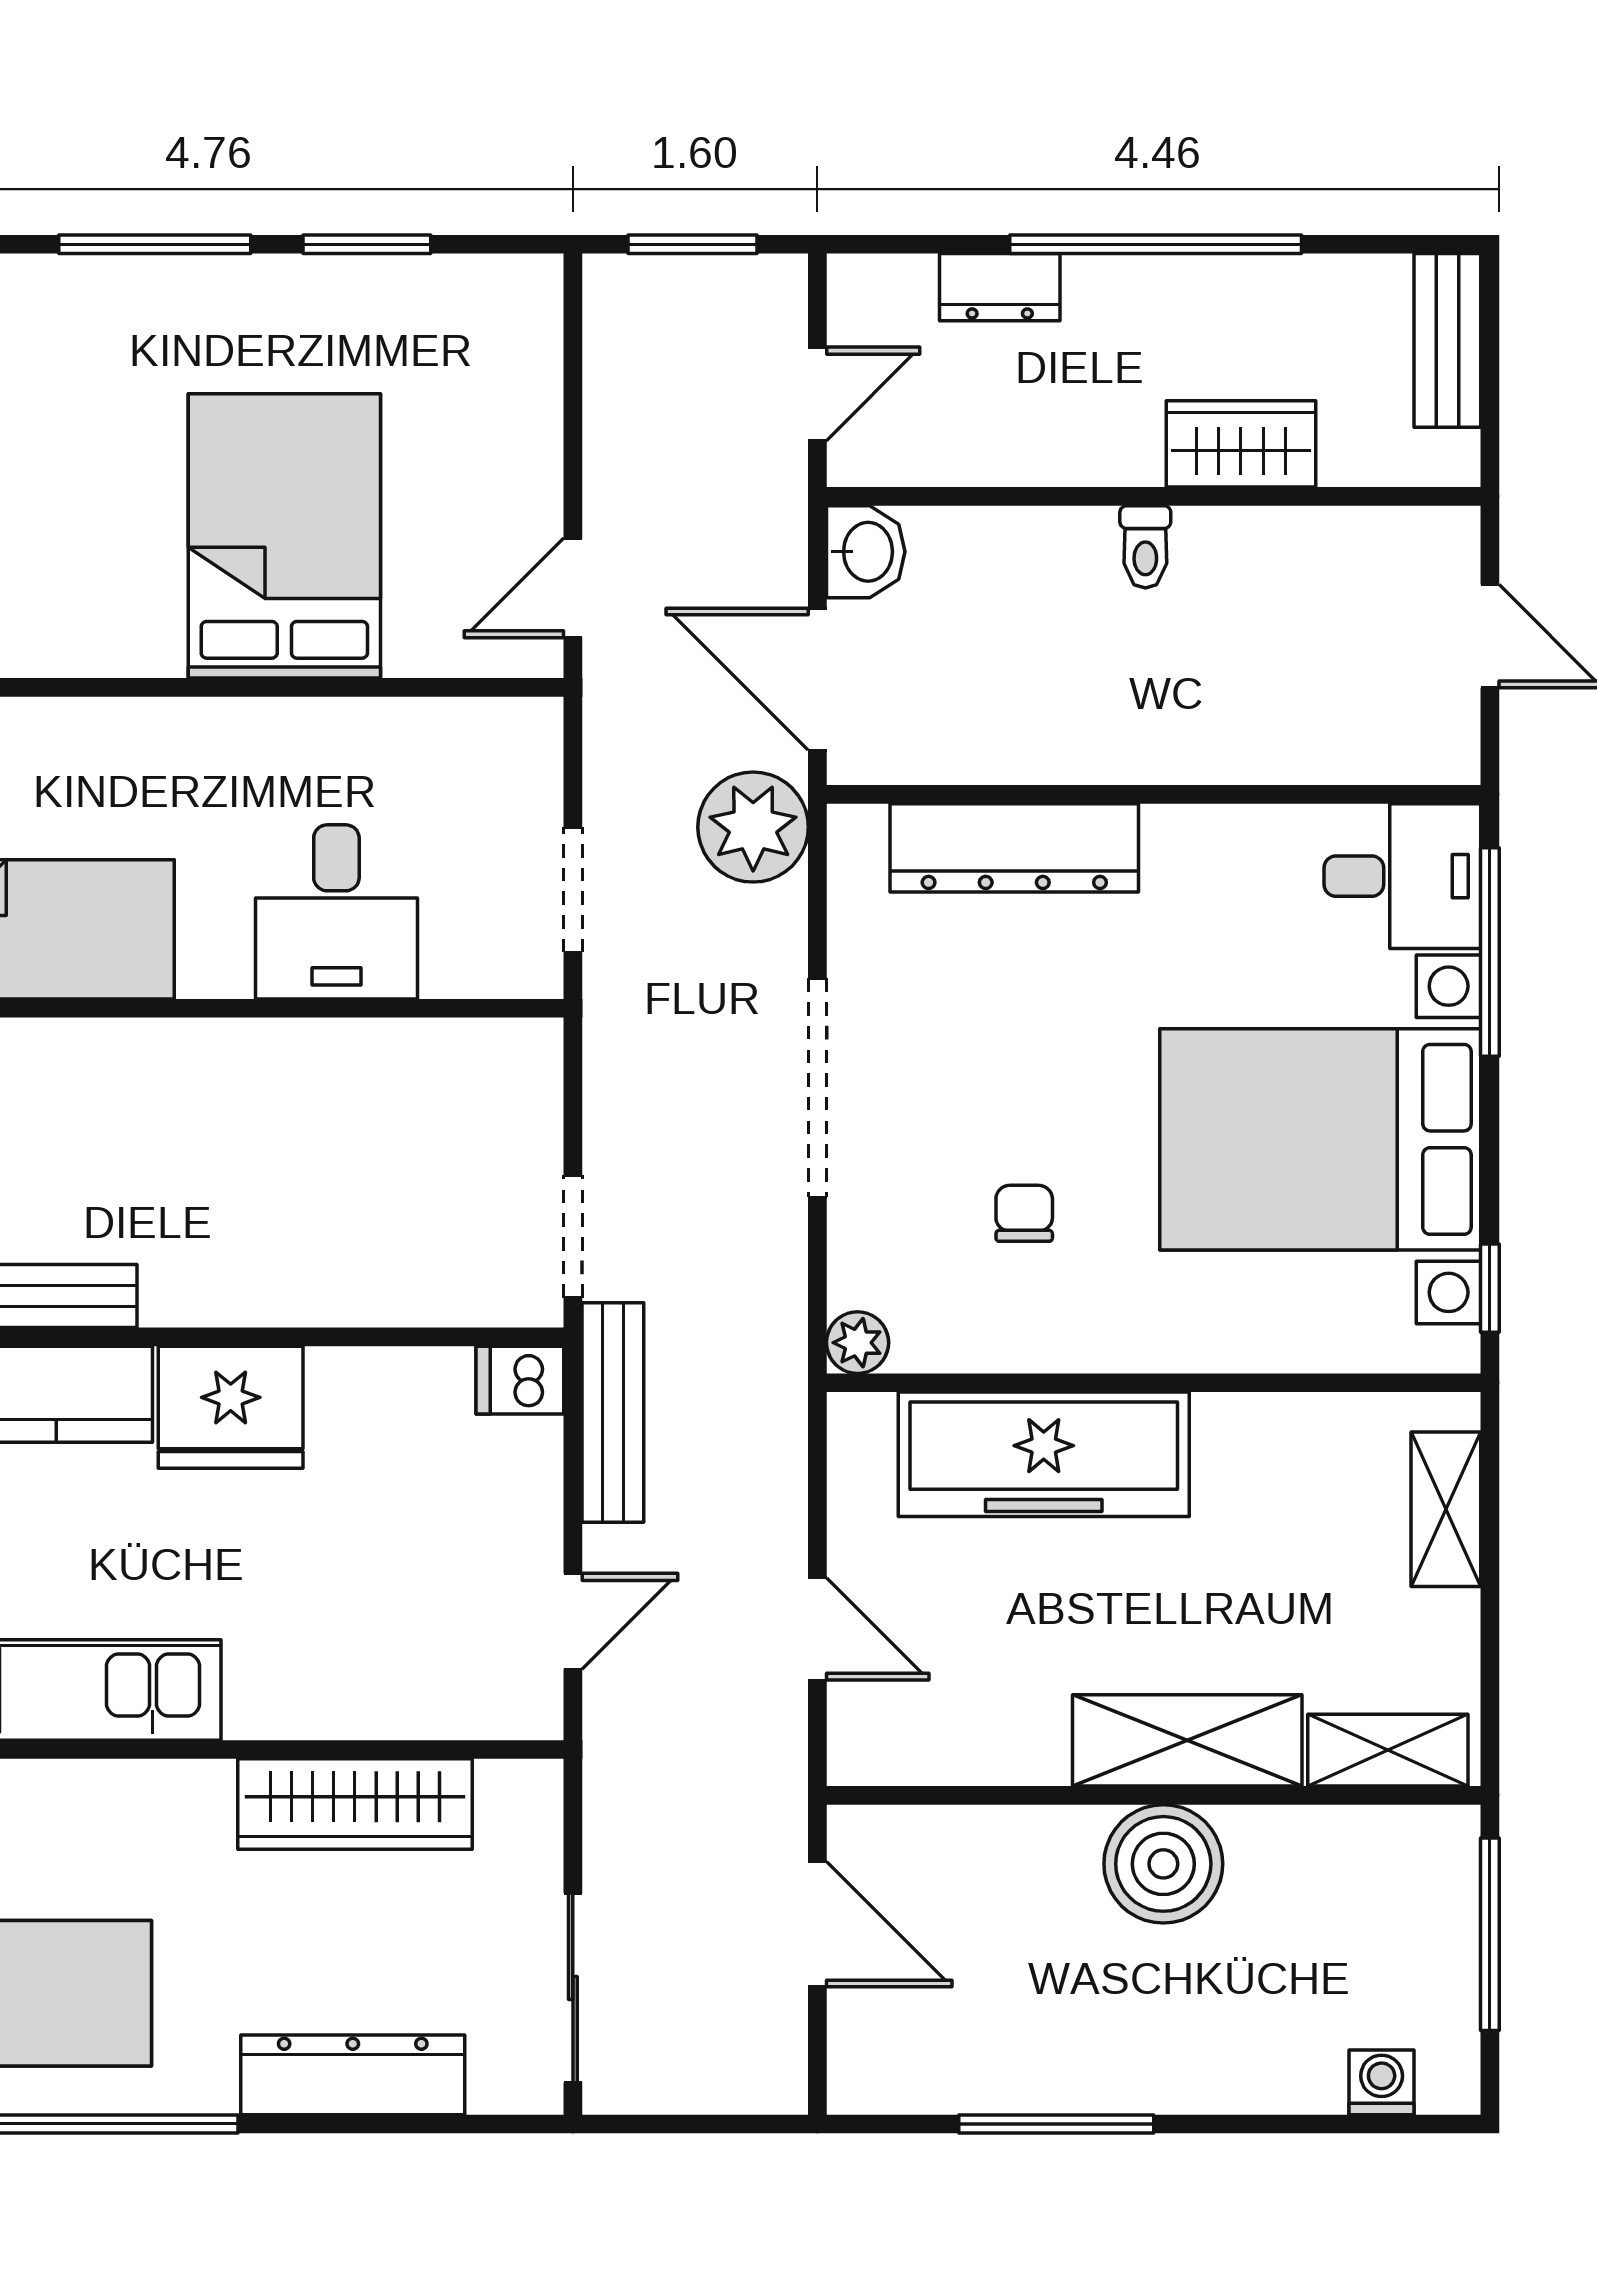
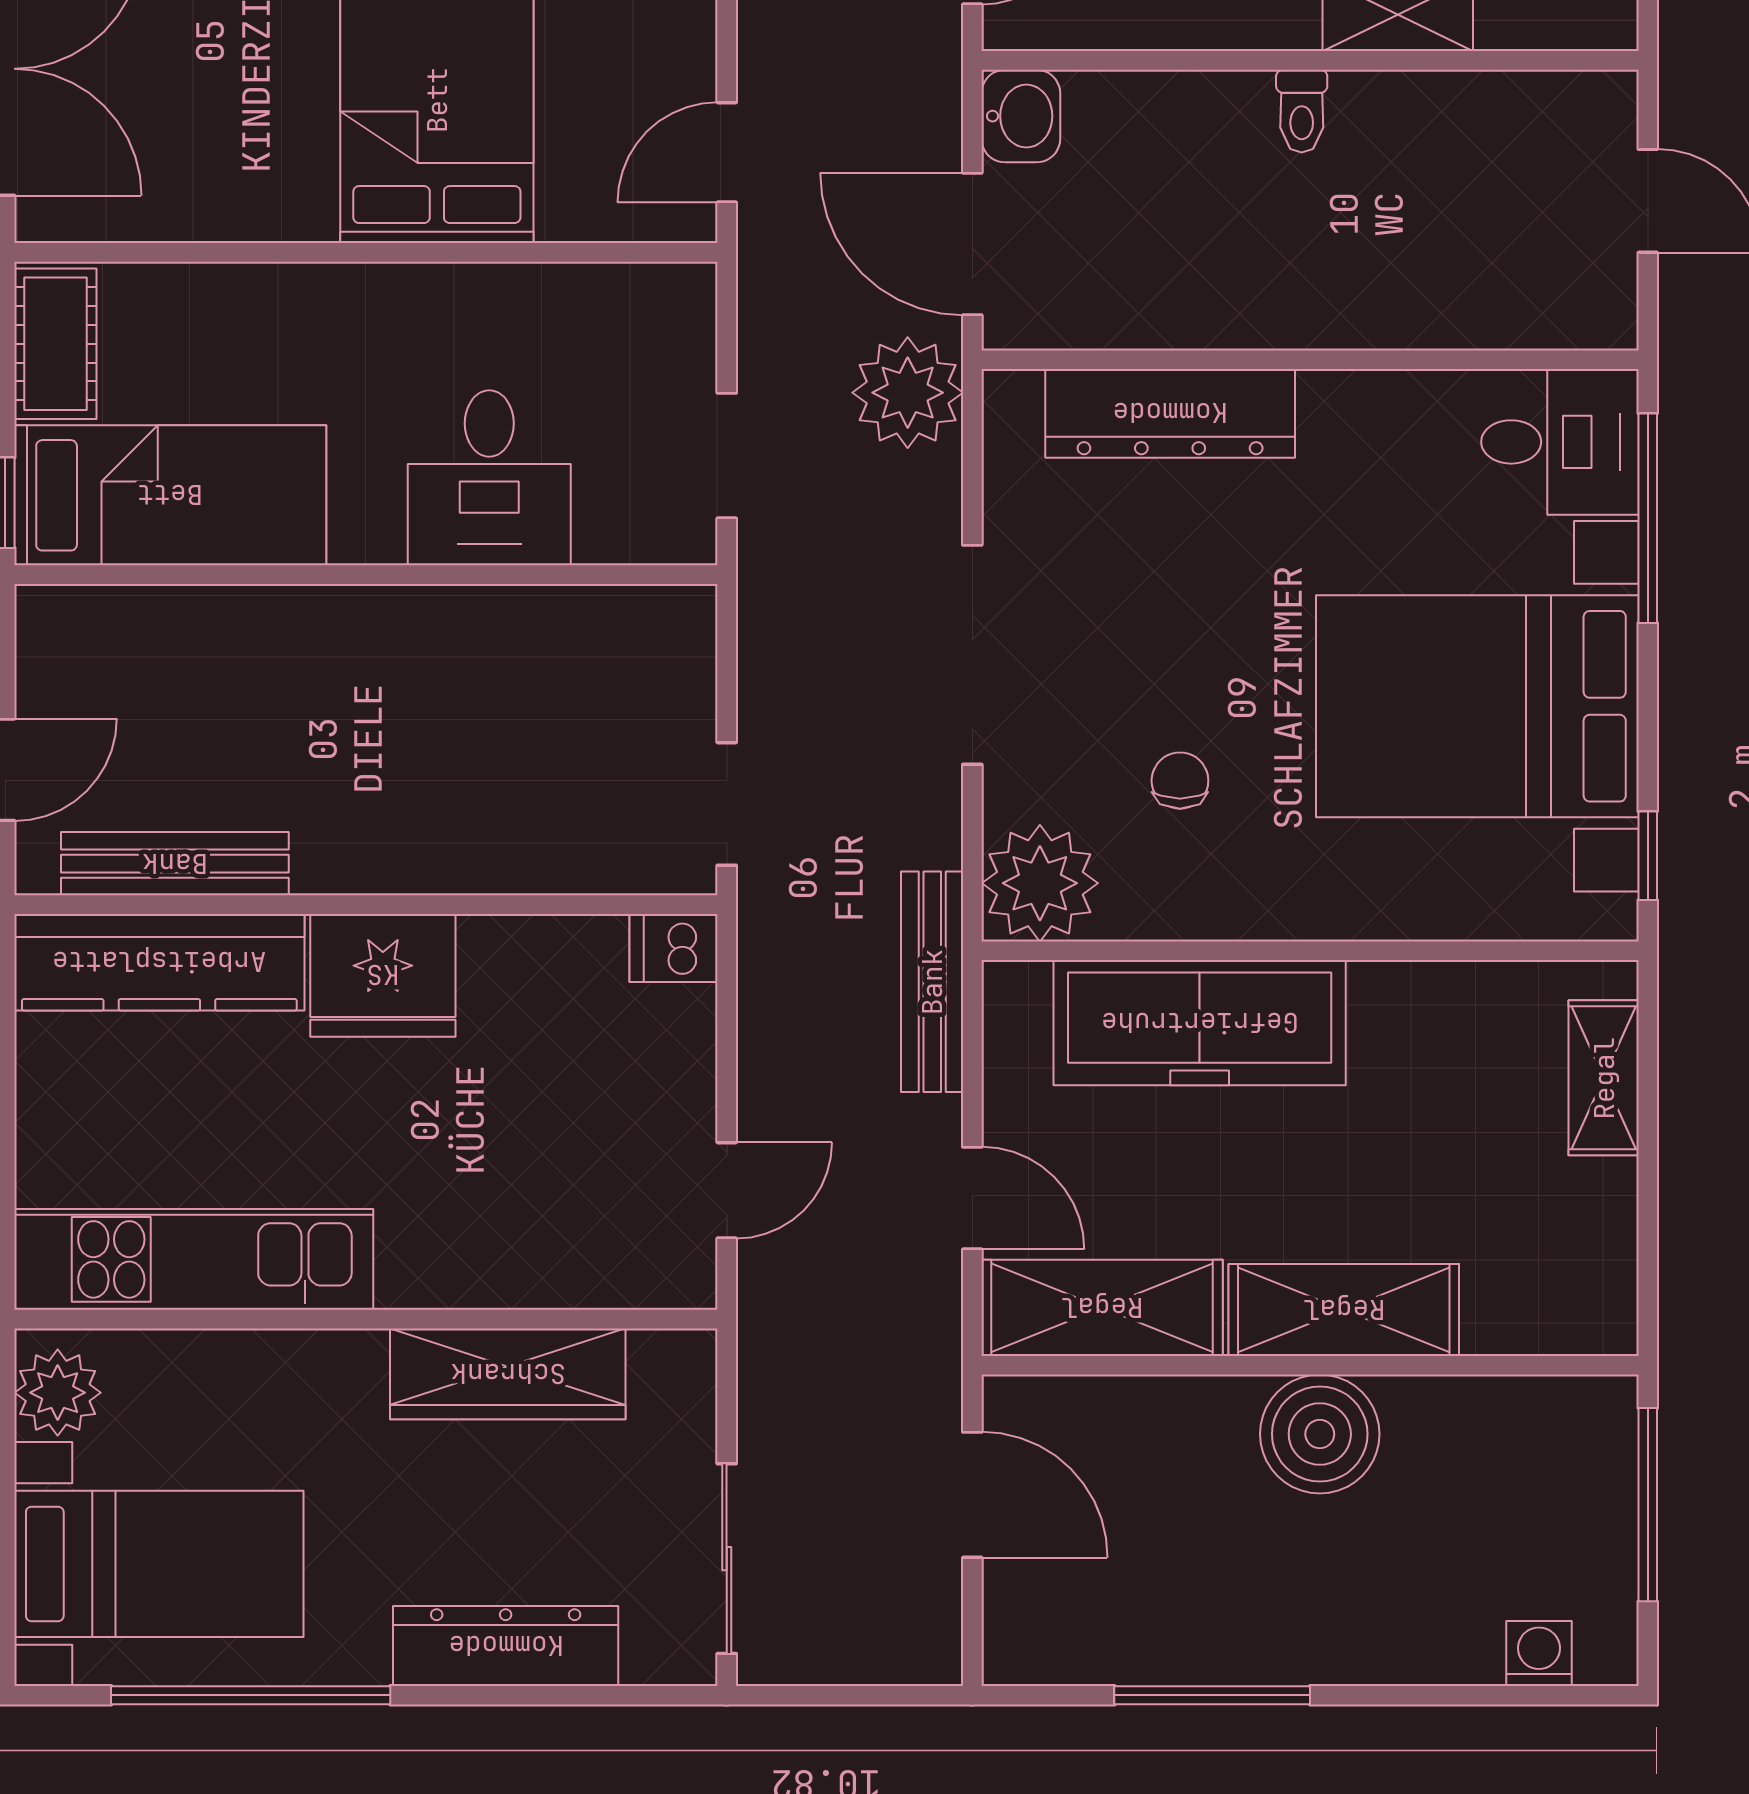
plant: (858, 1343) -> (1040, 883), width x1.88, depth x1.88
bench: (613, 1412) -> (932, 982), moved
shelving: (1388, 1750) -> (1102, 1308), moved, width x1.50, depth x1.33

